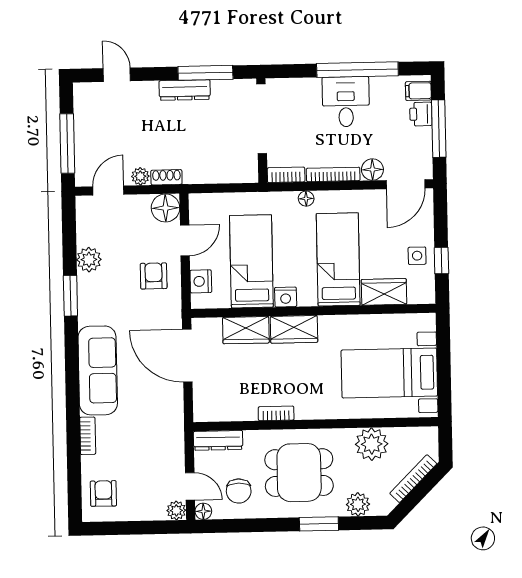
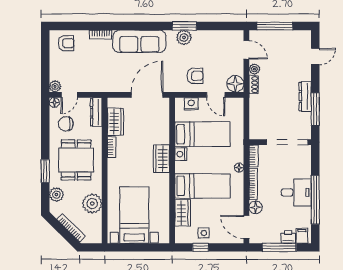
plant: (89, 260) -> (184, 37), moved
wardrobe: (246, 330) -> (115, 122), moved, turned 180

